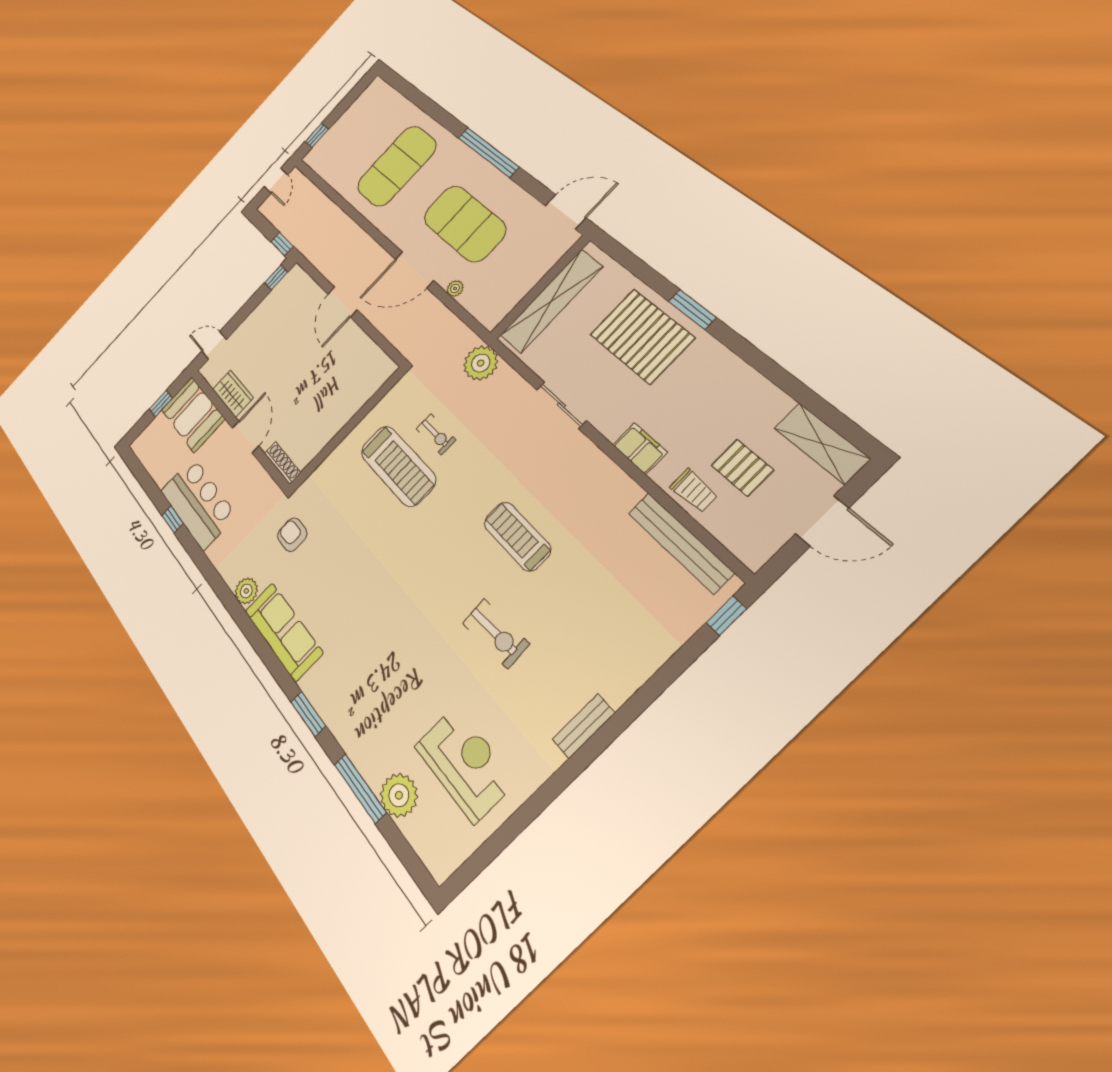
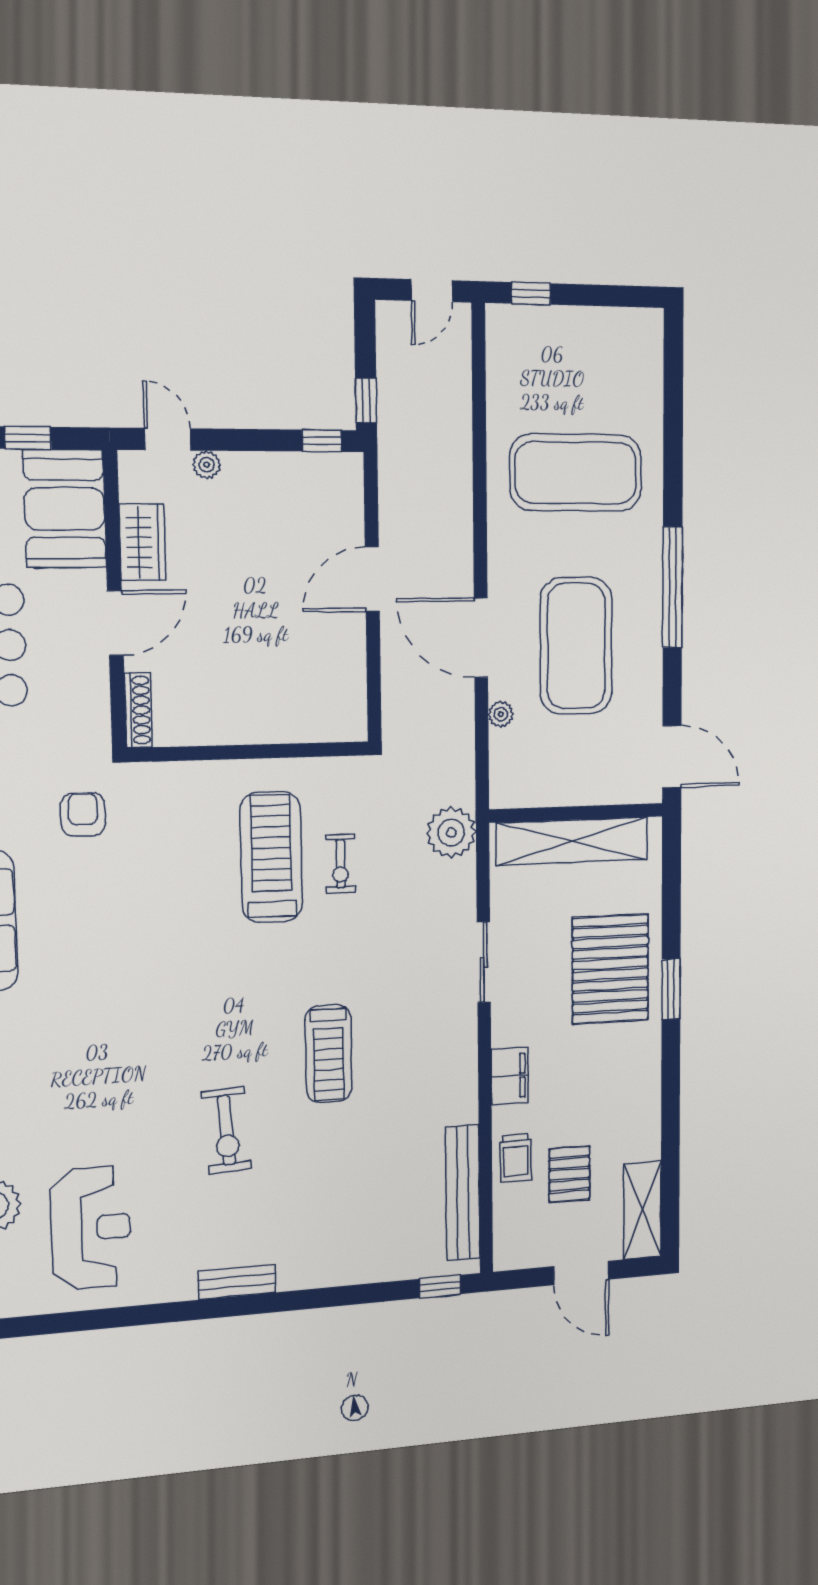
plant: (237, 337) -> (207, 465), added
treadmill: (398, 466) -> (271, 857), turned 180
treadmill: (517, 536) -> (329, 1054), turned 180

